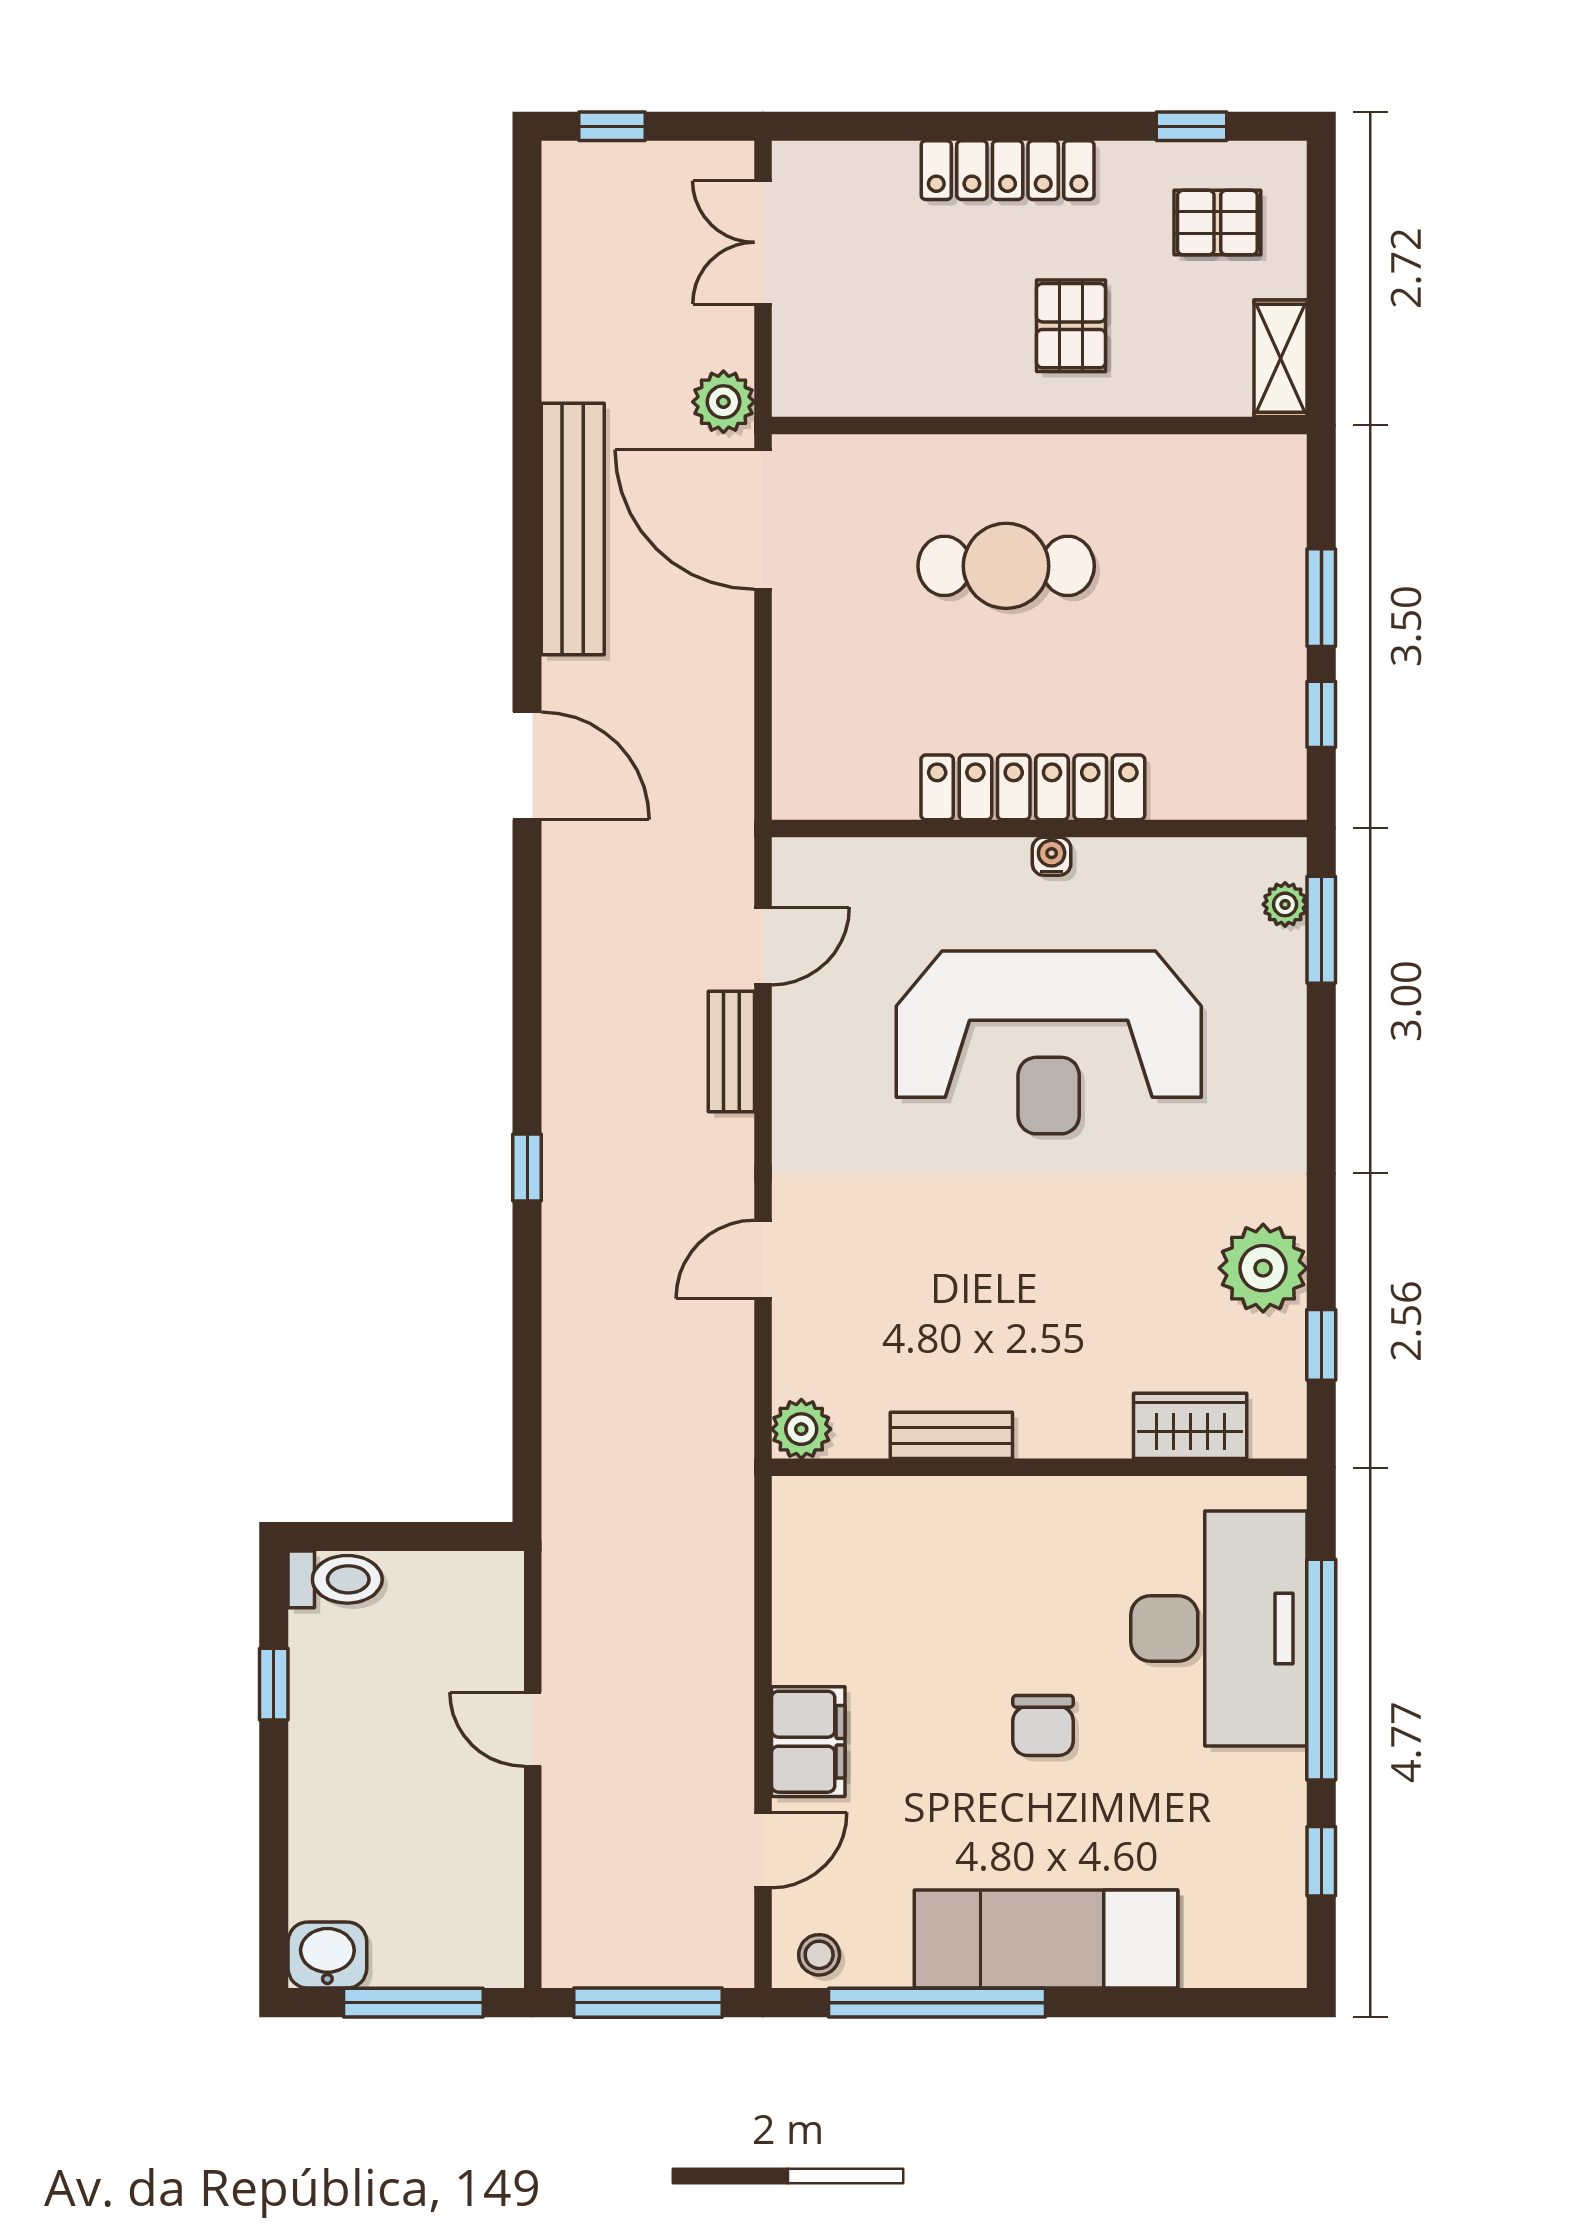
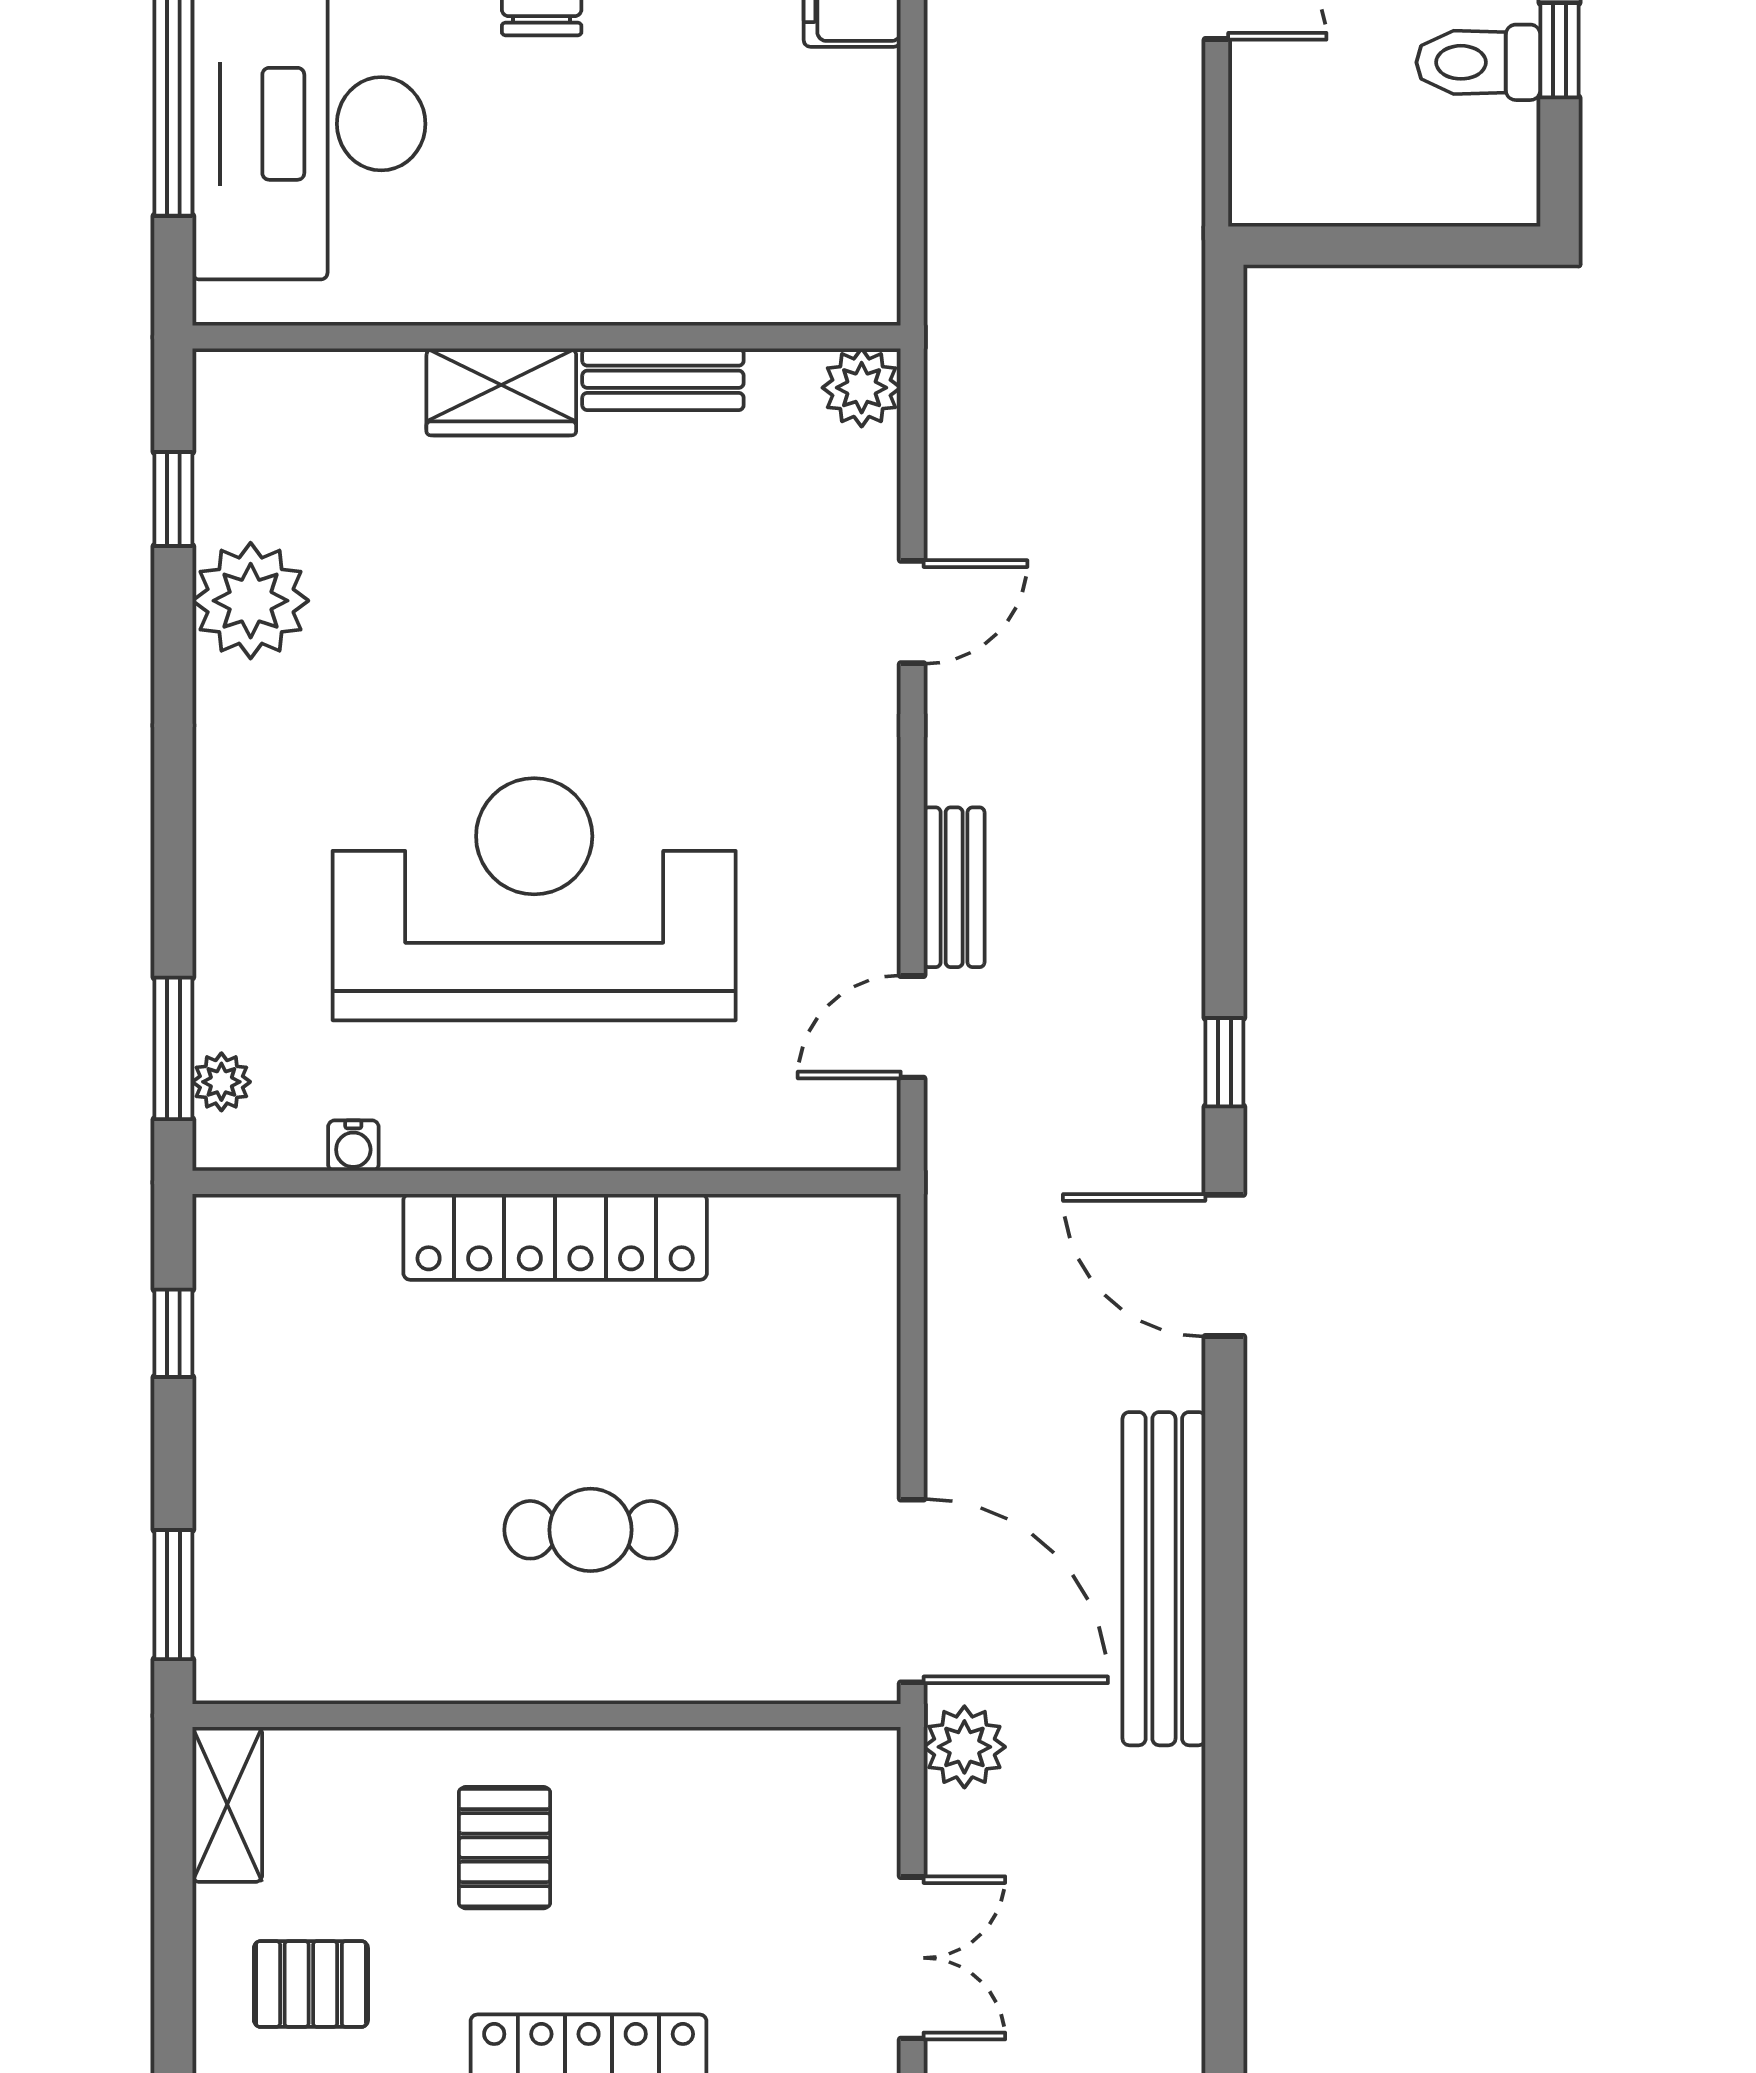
cafe table: (1006, 566) -> (590, 1530), width x0.73, depth x0.74
window: (1321, 598) -> (173, 1595), moved
water cooler: (1052, 856) -> (353, 1146), moved
window: (527, 1167) -> (1224, 1062), moved
wardrobe: (1190, 1426) -> (501, 392), moved
toilet: (335, 1579) -> (1478, 62), moved

